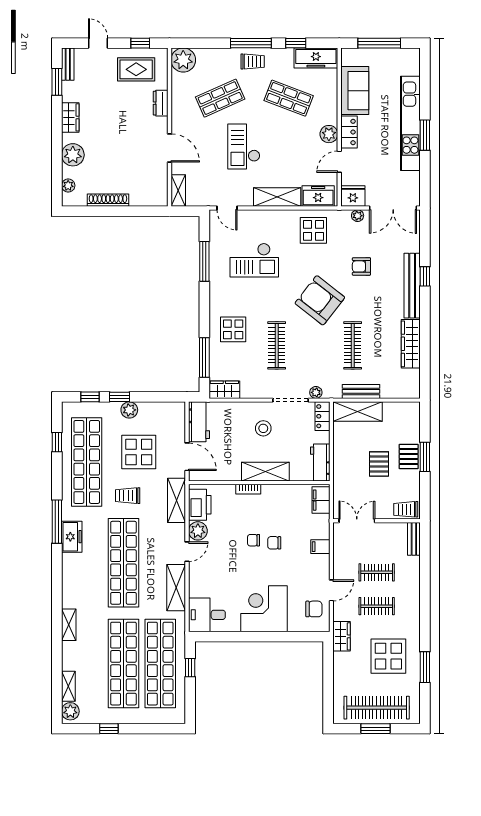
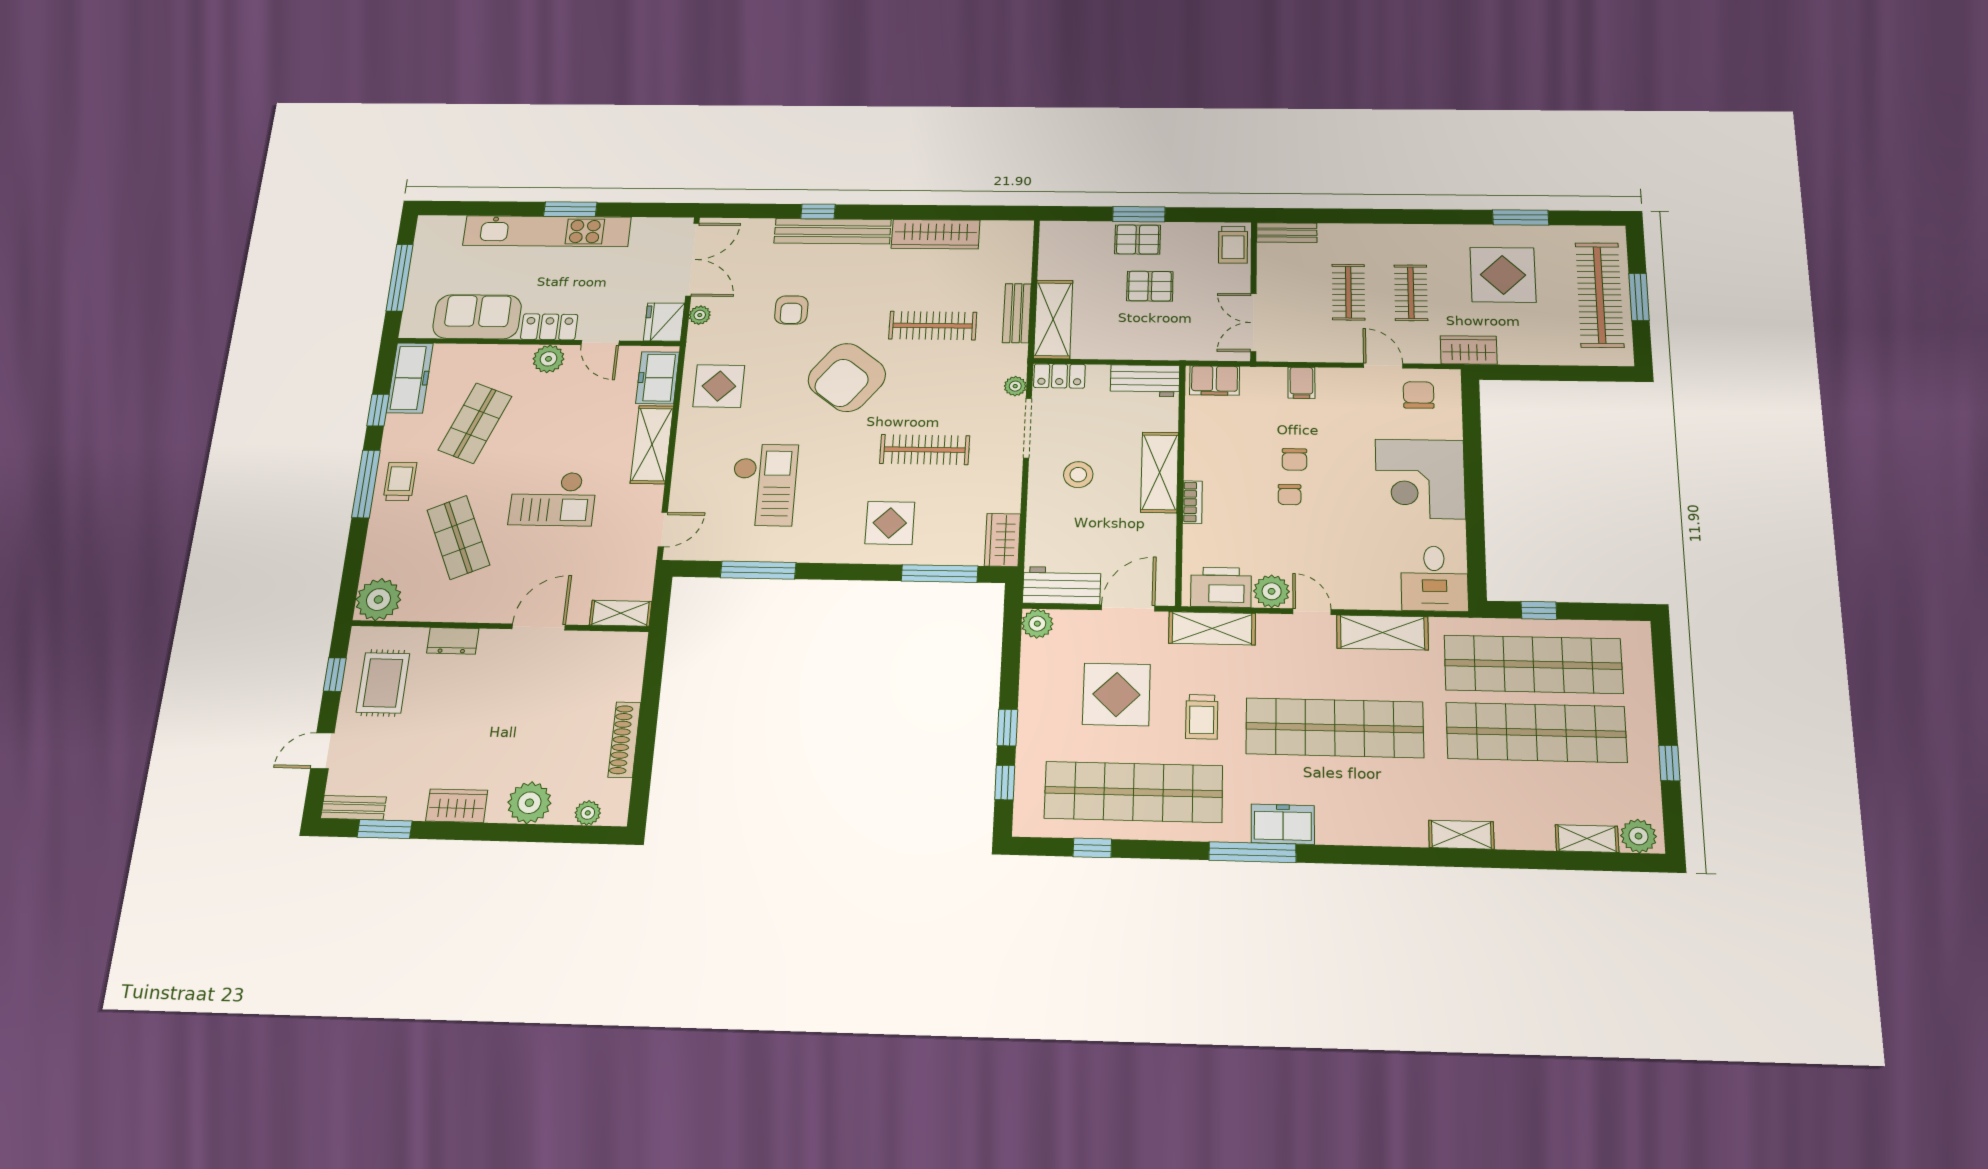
plant: (129, 410) -> (1037, 624), moved

